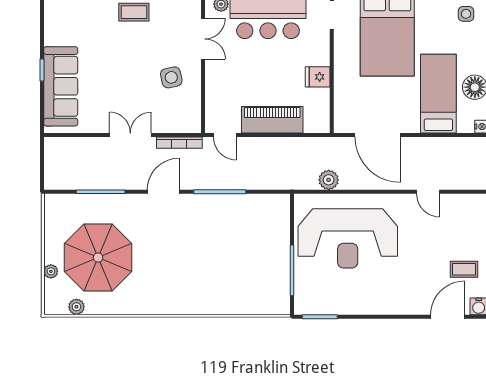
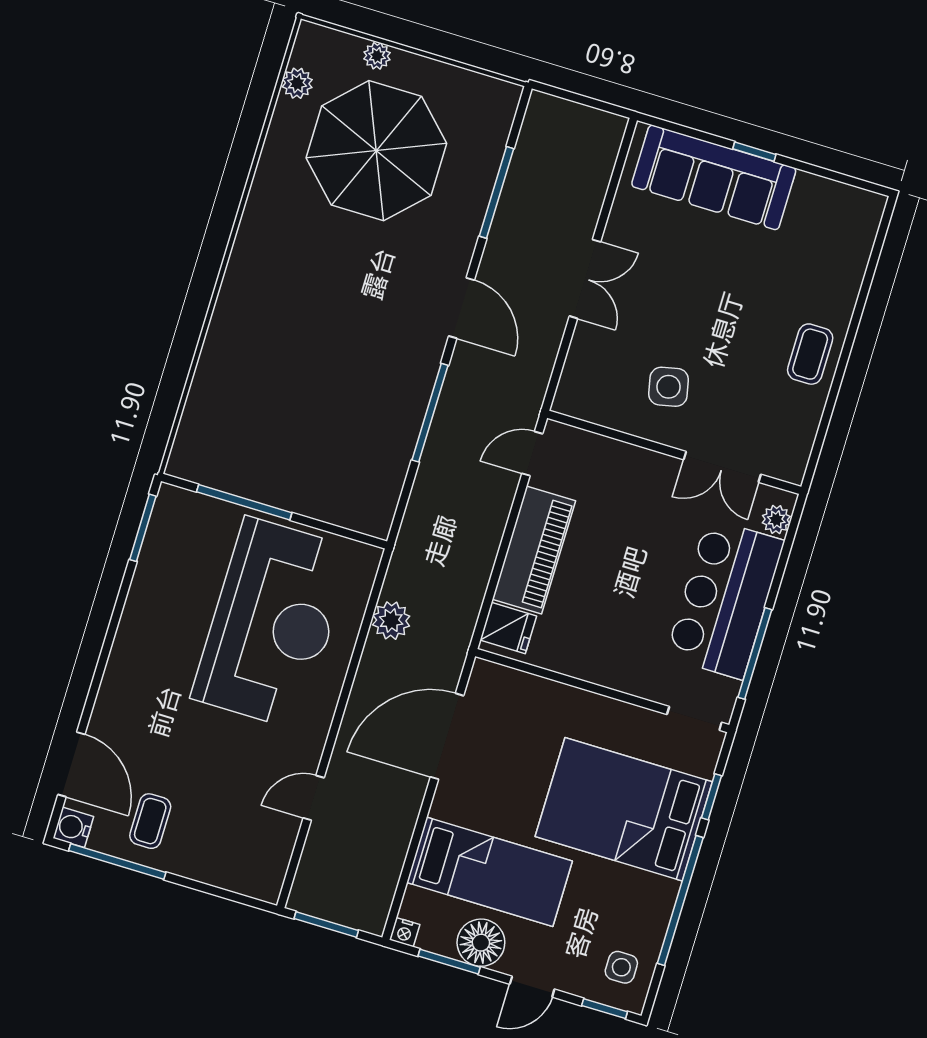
fridge: (318, 77) -> (508, 628), moved, turned 90
bookcase: (179, 143) -> (543, 365), removed
reception desk: (348, 238) -> (272, 623), turned 180

